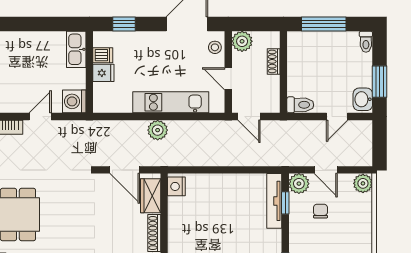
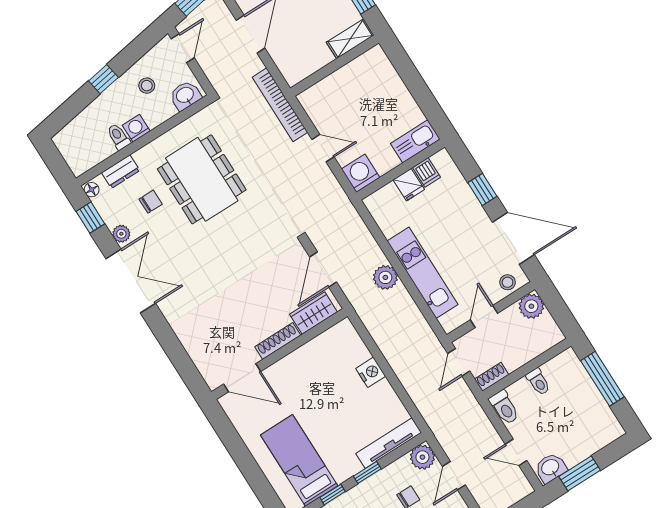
window: (124, 24) -> (482, 190), moved
toilet: (366, 42) -> (538, 382), moved, turned -90
shoe rack: (274, 61) -> (492, 377), moved
nightstand: (176, 186) -> (371, 372), moved, turned 90
window: (285, 203) -> (367, 472), moved

